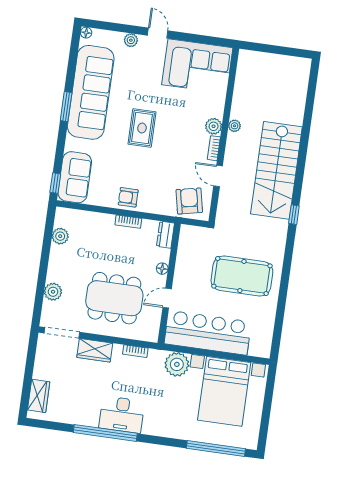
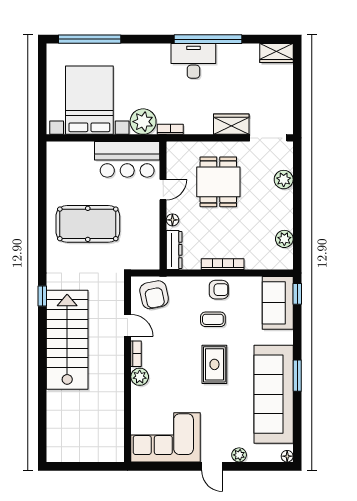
plant: (235, 126) -> (118, 380), removed
coffee table: (137, 170) -> (213, 319), added
bookcase: (128, 222) -> (223, 264), width x1.56
dresser: (165, 235) -> (174, 250), width x1.44
dining table: (114, 298) -> (218, 182), width x0.73
bar counter: (208, 333) -> (127, 159), width x0.73
bookcase: (135, 351) -> (170, 129), moved
wardrobe: (39, 396) -> (276, 53), moved, turned -90

